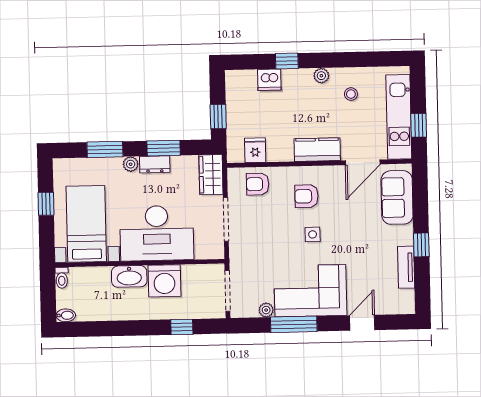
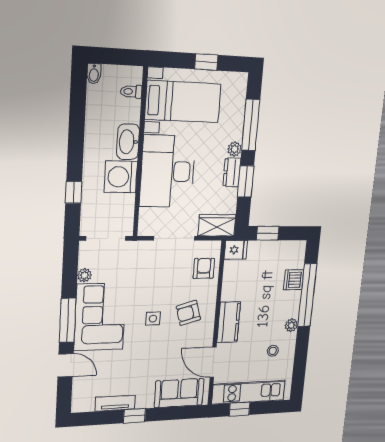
window: (287, 61) -> (307, 295), width x3.17
window: (105, 149) -> (251, 125), width x1.44
fridge: (255, 150) -> (236, 250), moved
armchair: (306, 196) -> (188, 313), turned -106
toilet: (62, 278) -> (131, 92), moved
window: (294, 324) -> (68, 320), moved

